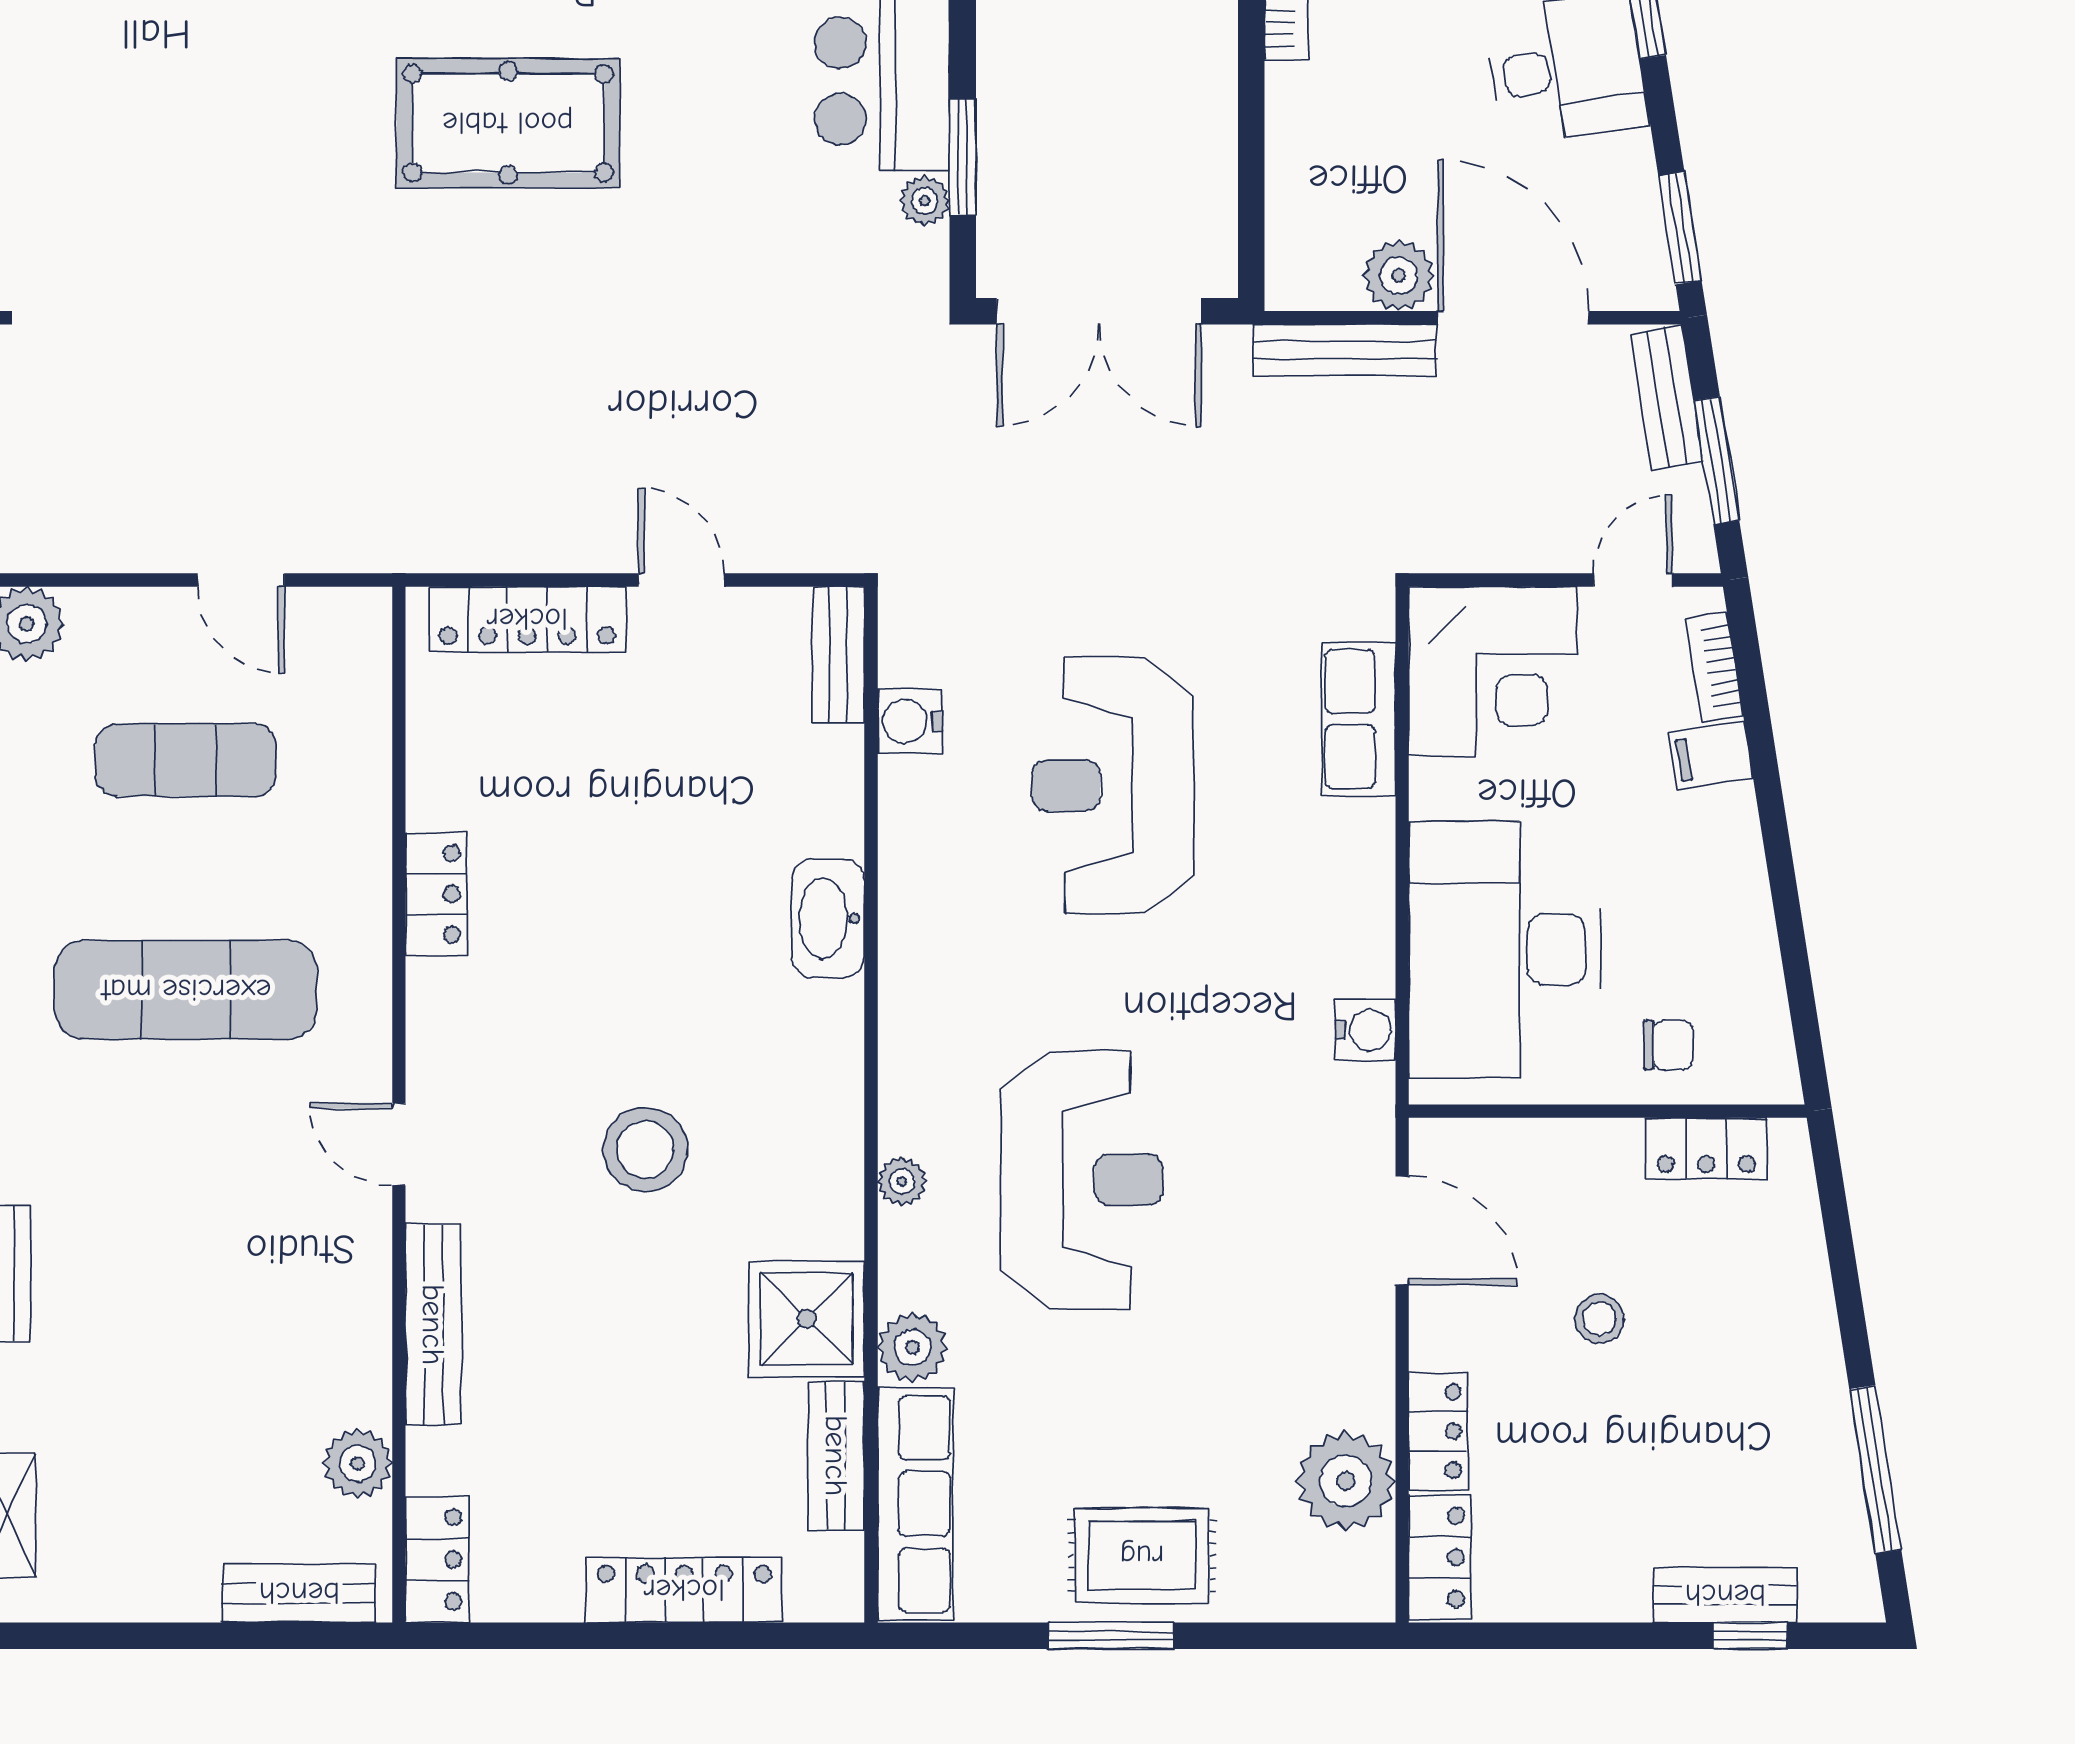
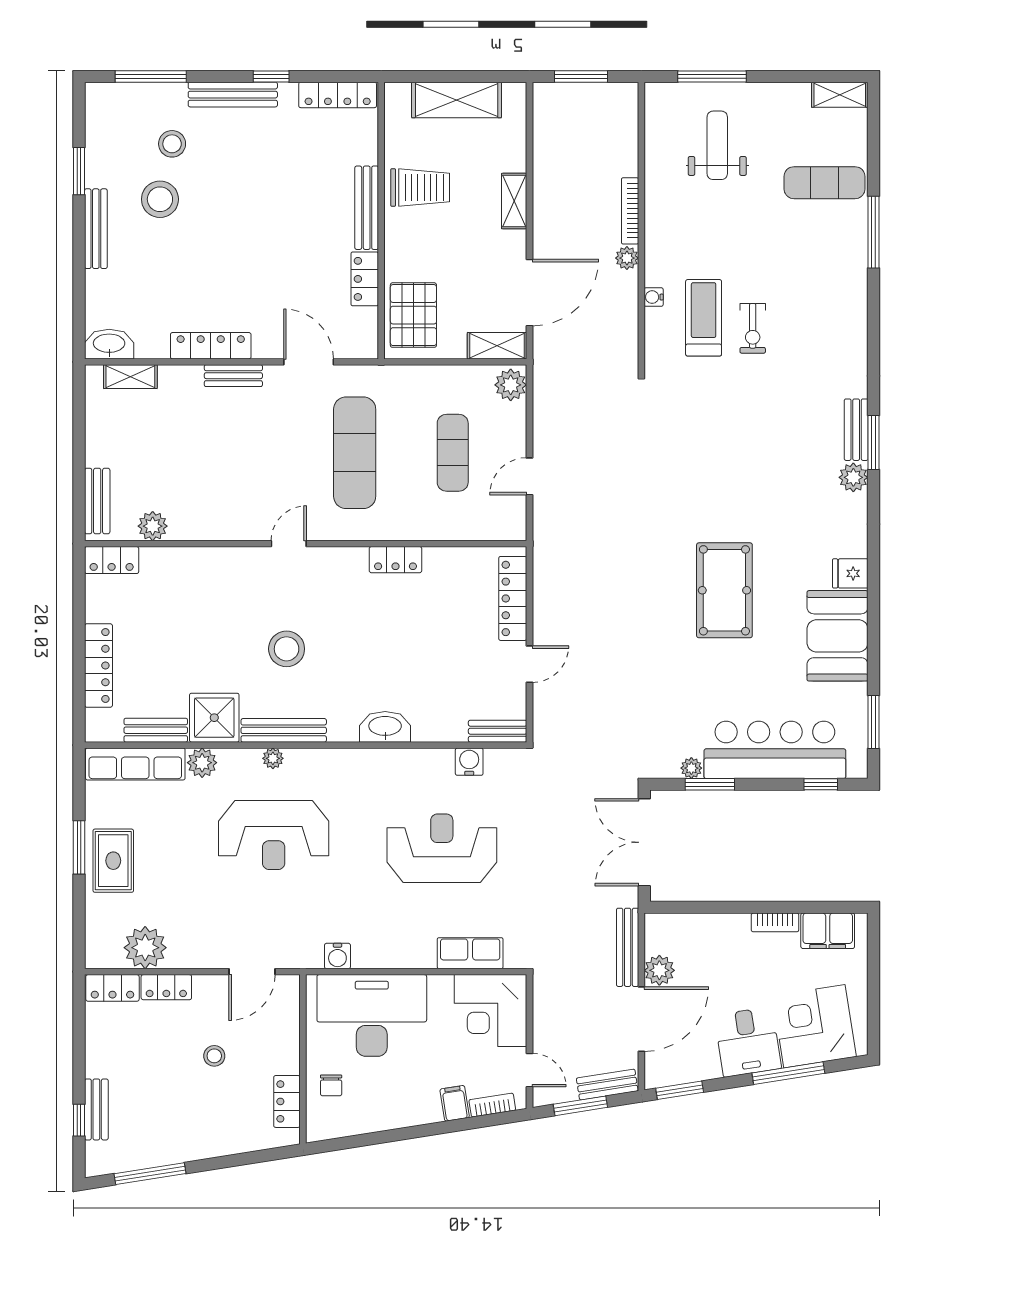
bench: (433, 1325) -> (284, 730), moved

